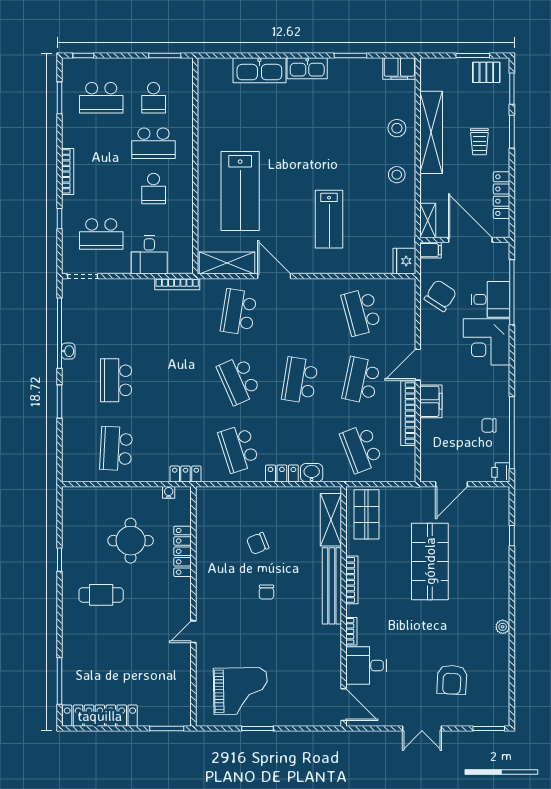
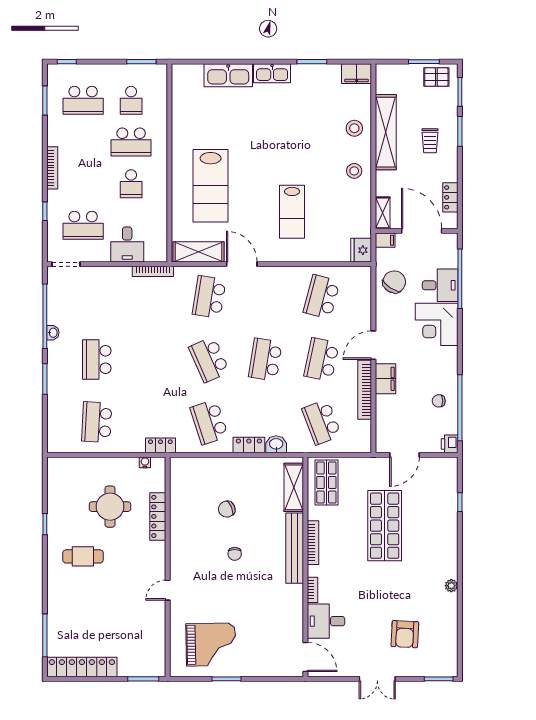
locker: (502, 195) -> (450, 197), width x0.66
school desk: (361, 312) -> (322, 297), turned 30

